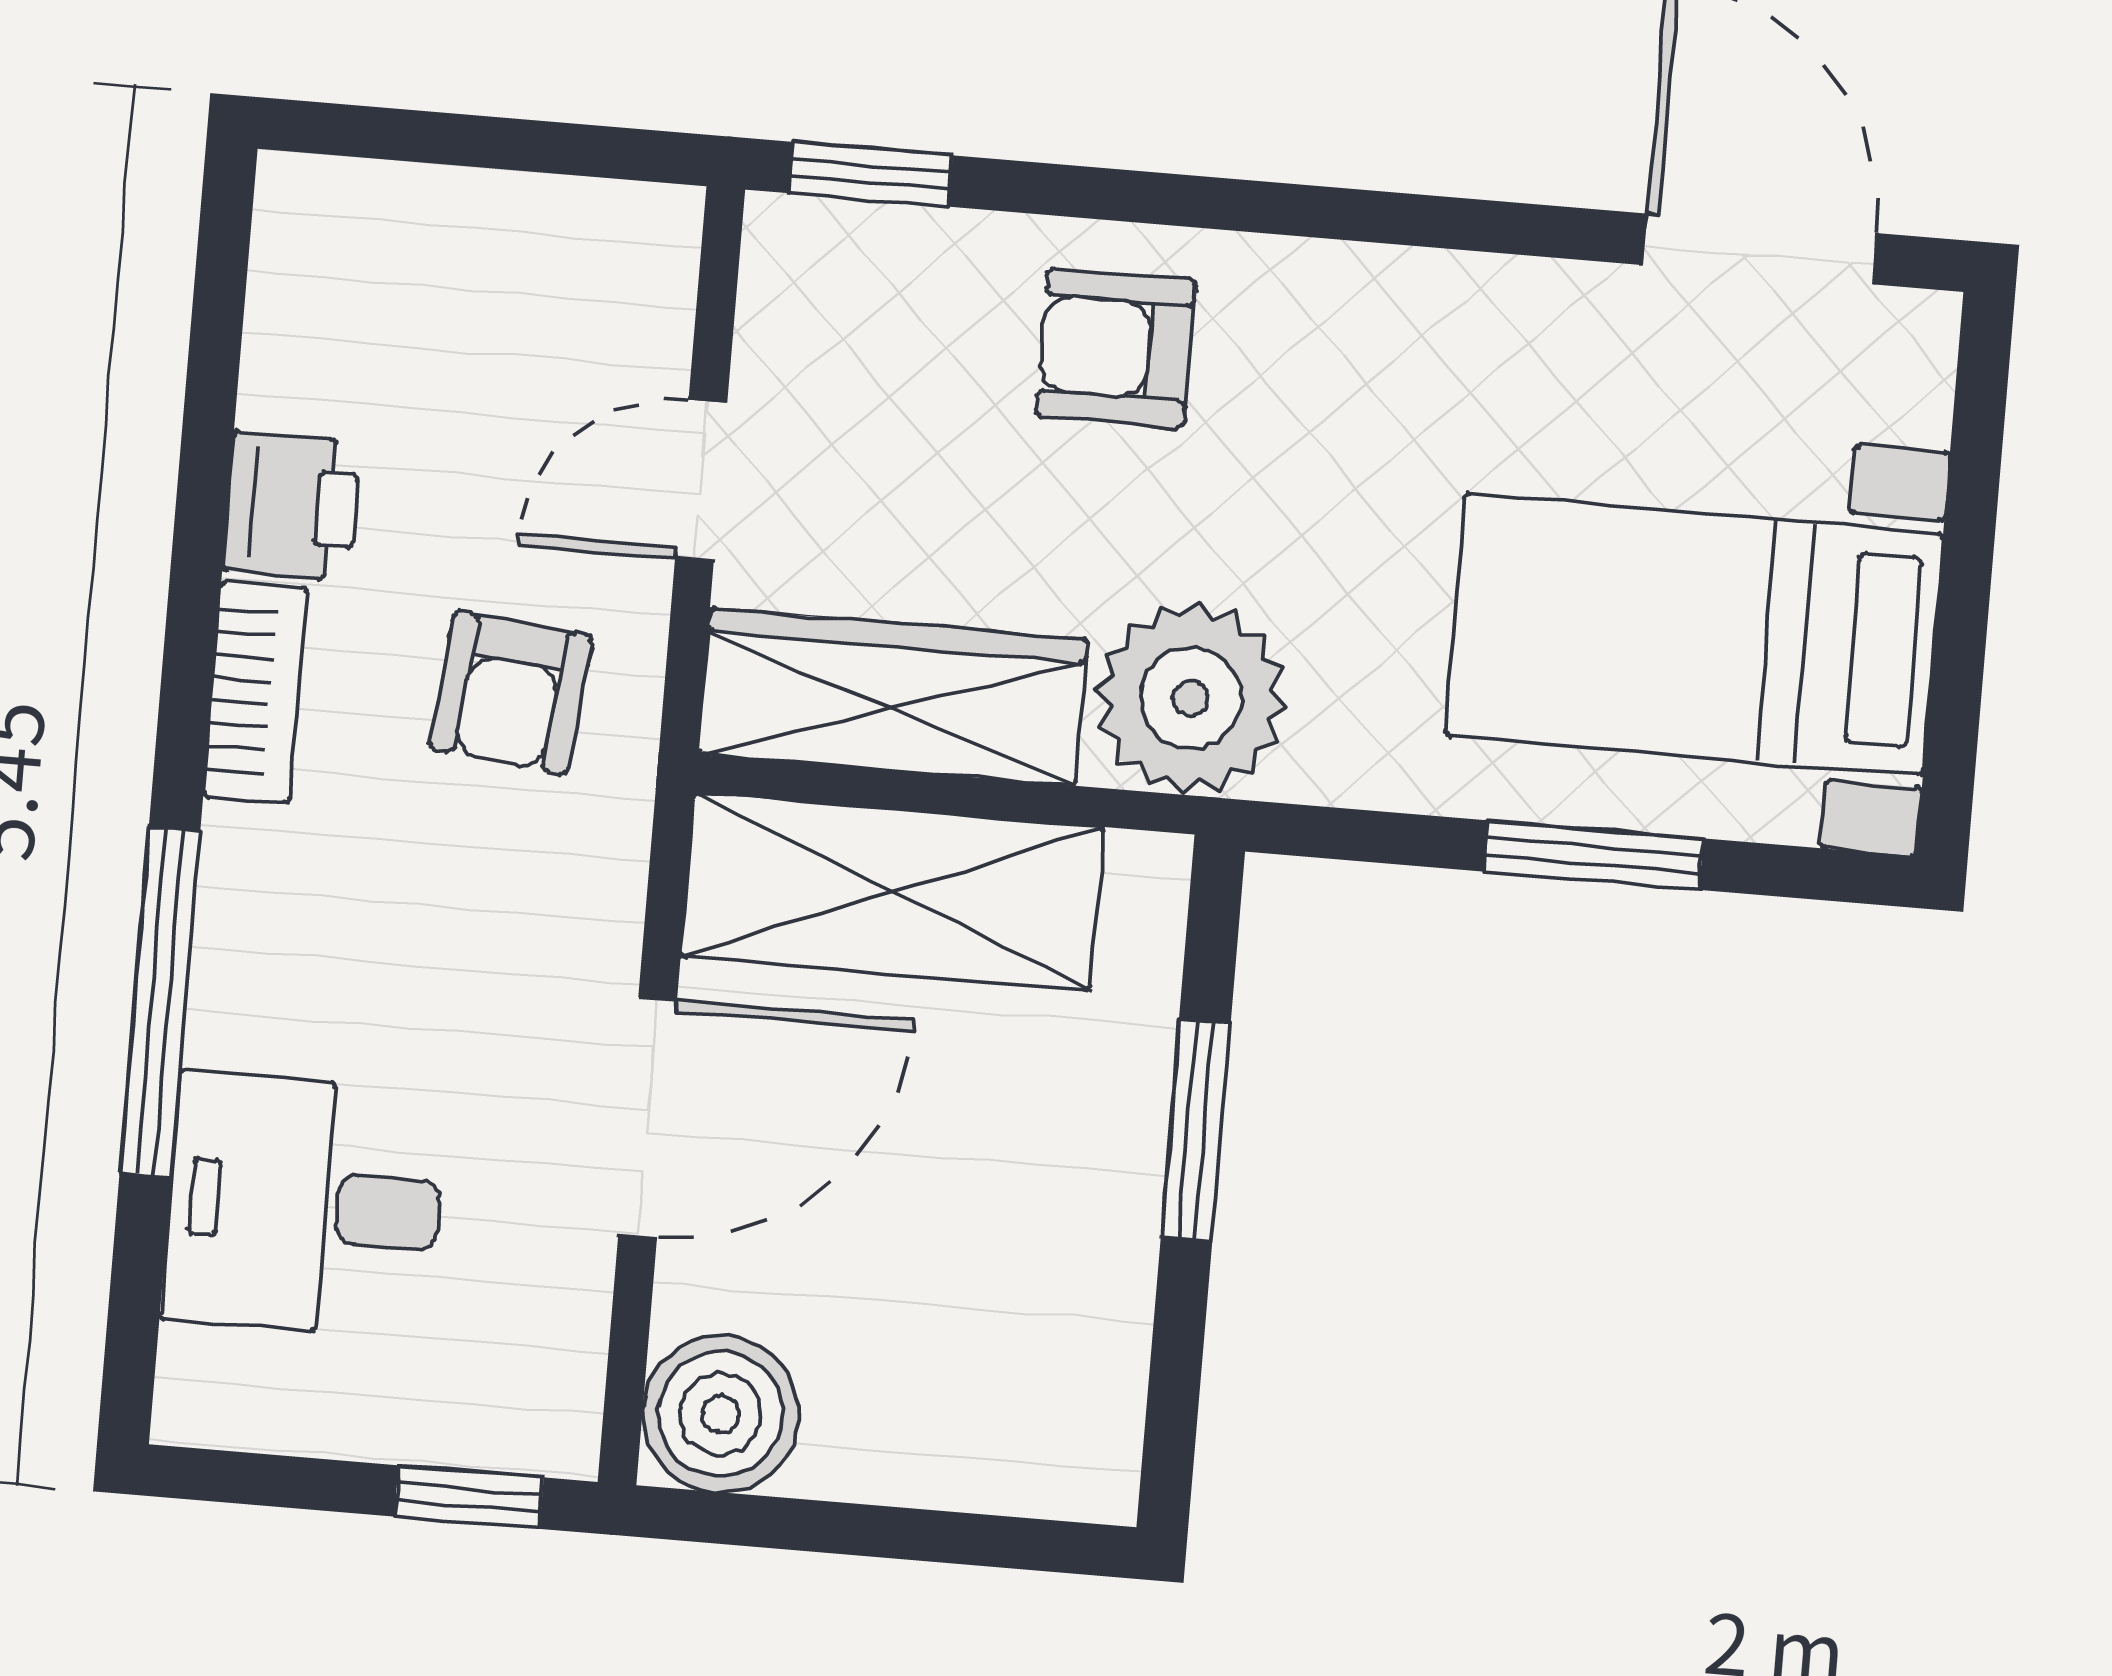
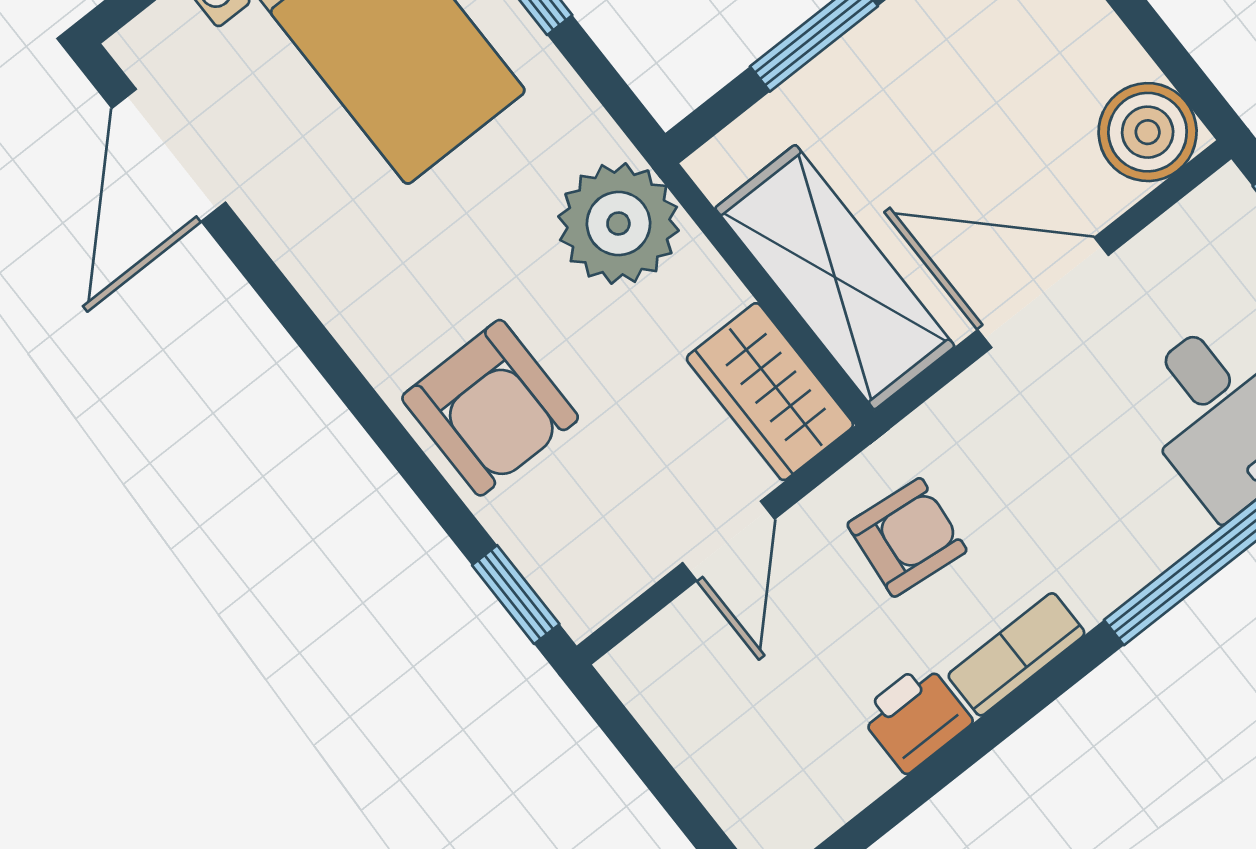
armchair: (1116, 348) -> (490, 408), width x1.38, depth x1.38
door: (701, 481) -> (729, 541), hinge flipped
wardrobe: (893, 697) -> (770, 392), width x0.67

